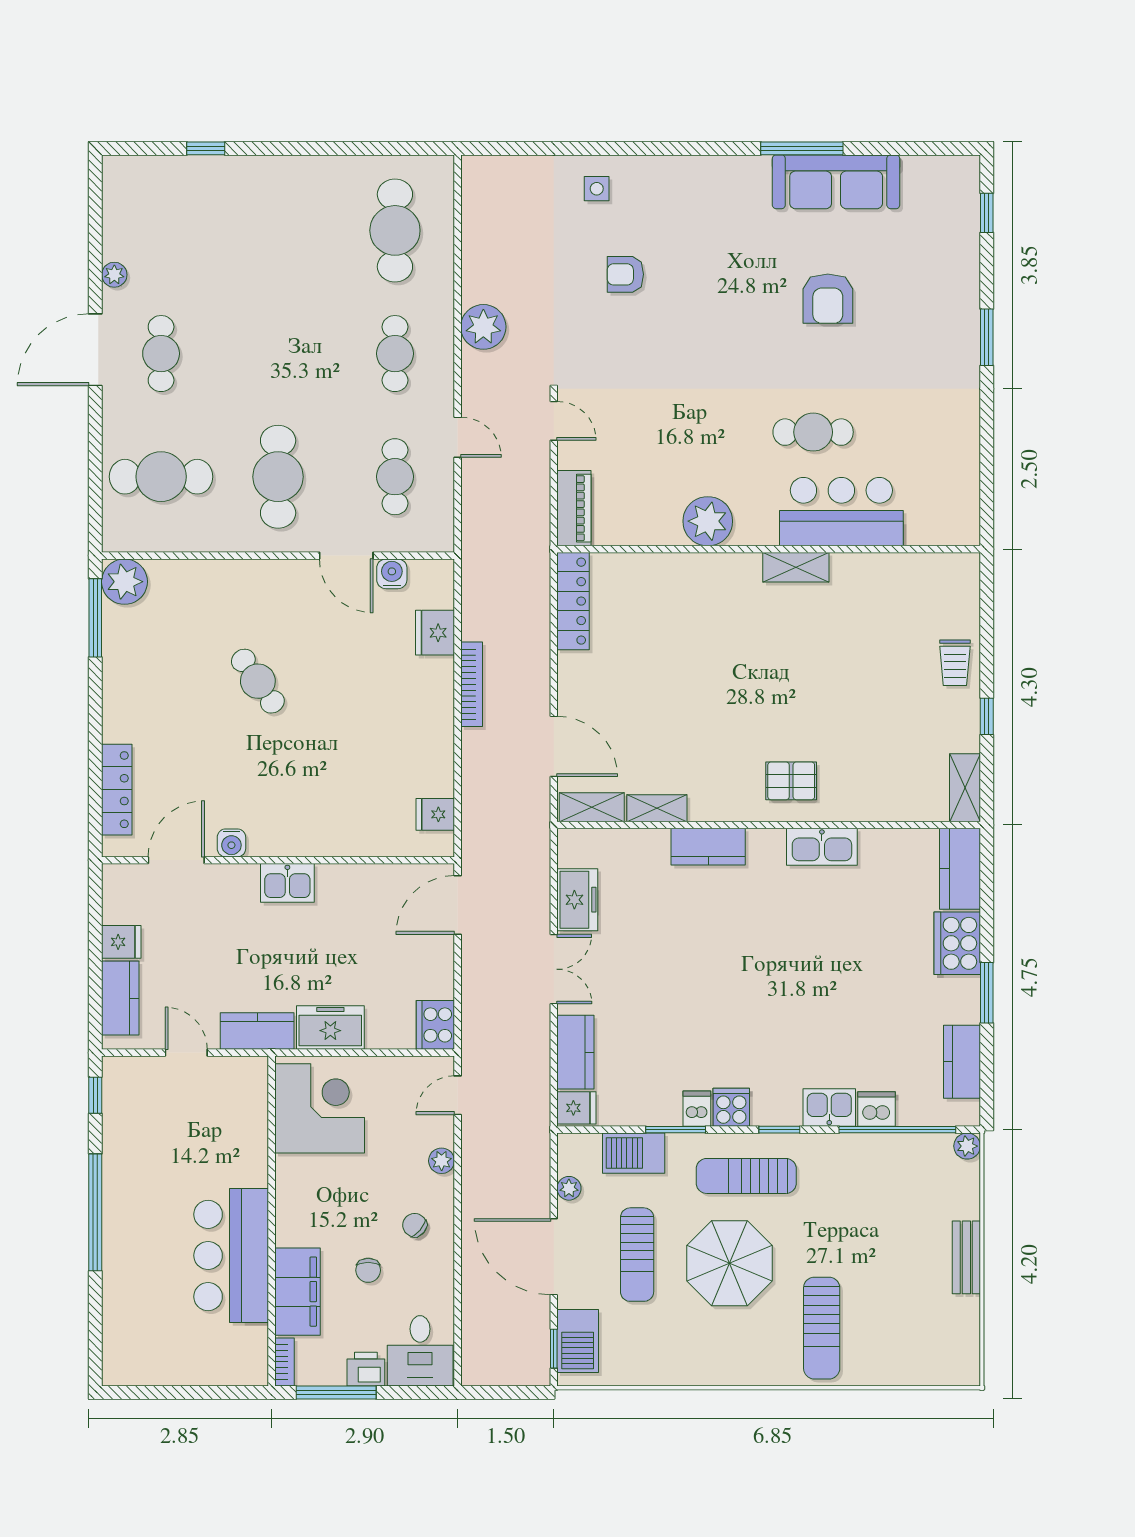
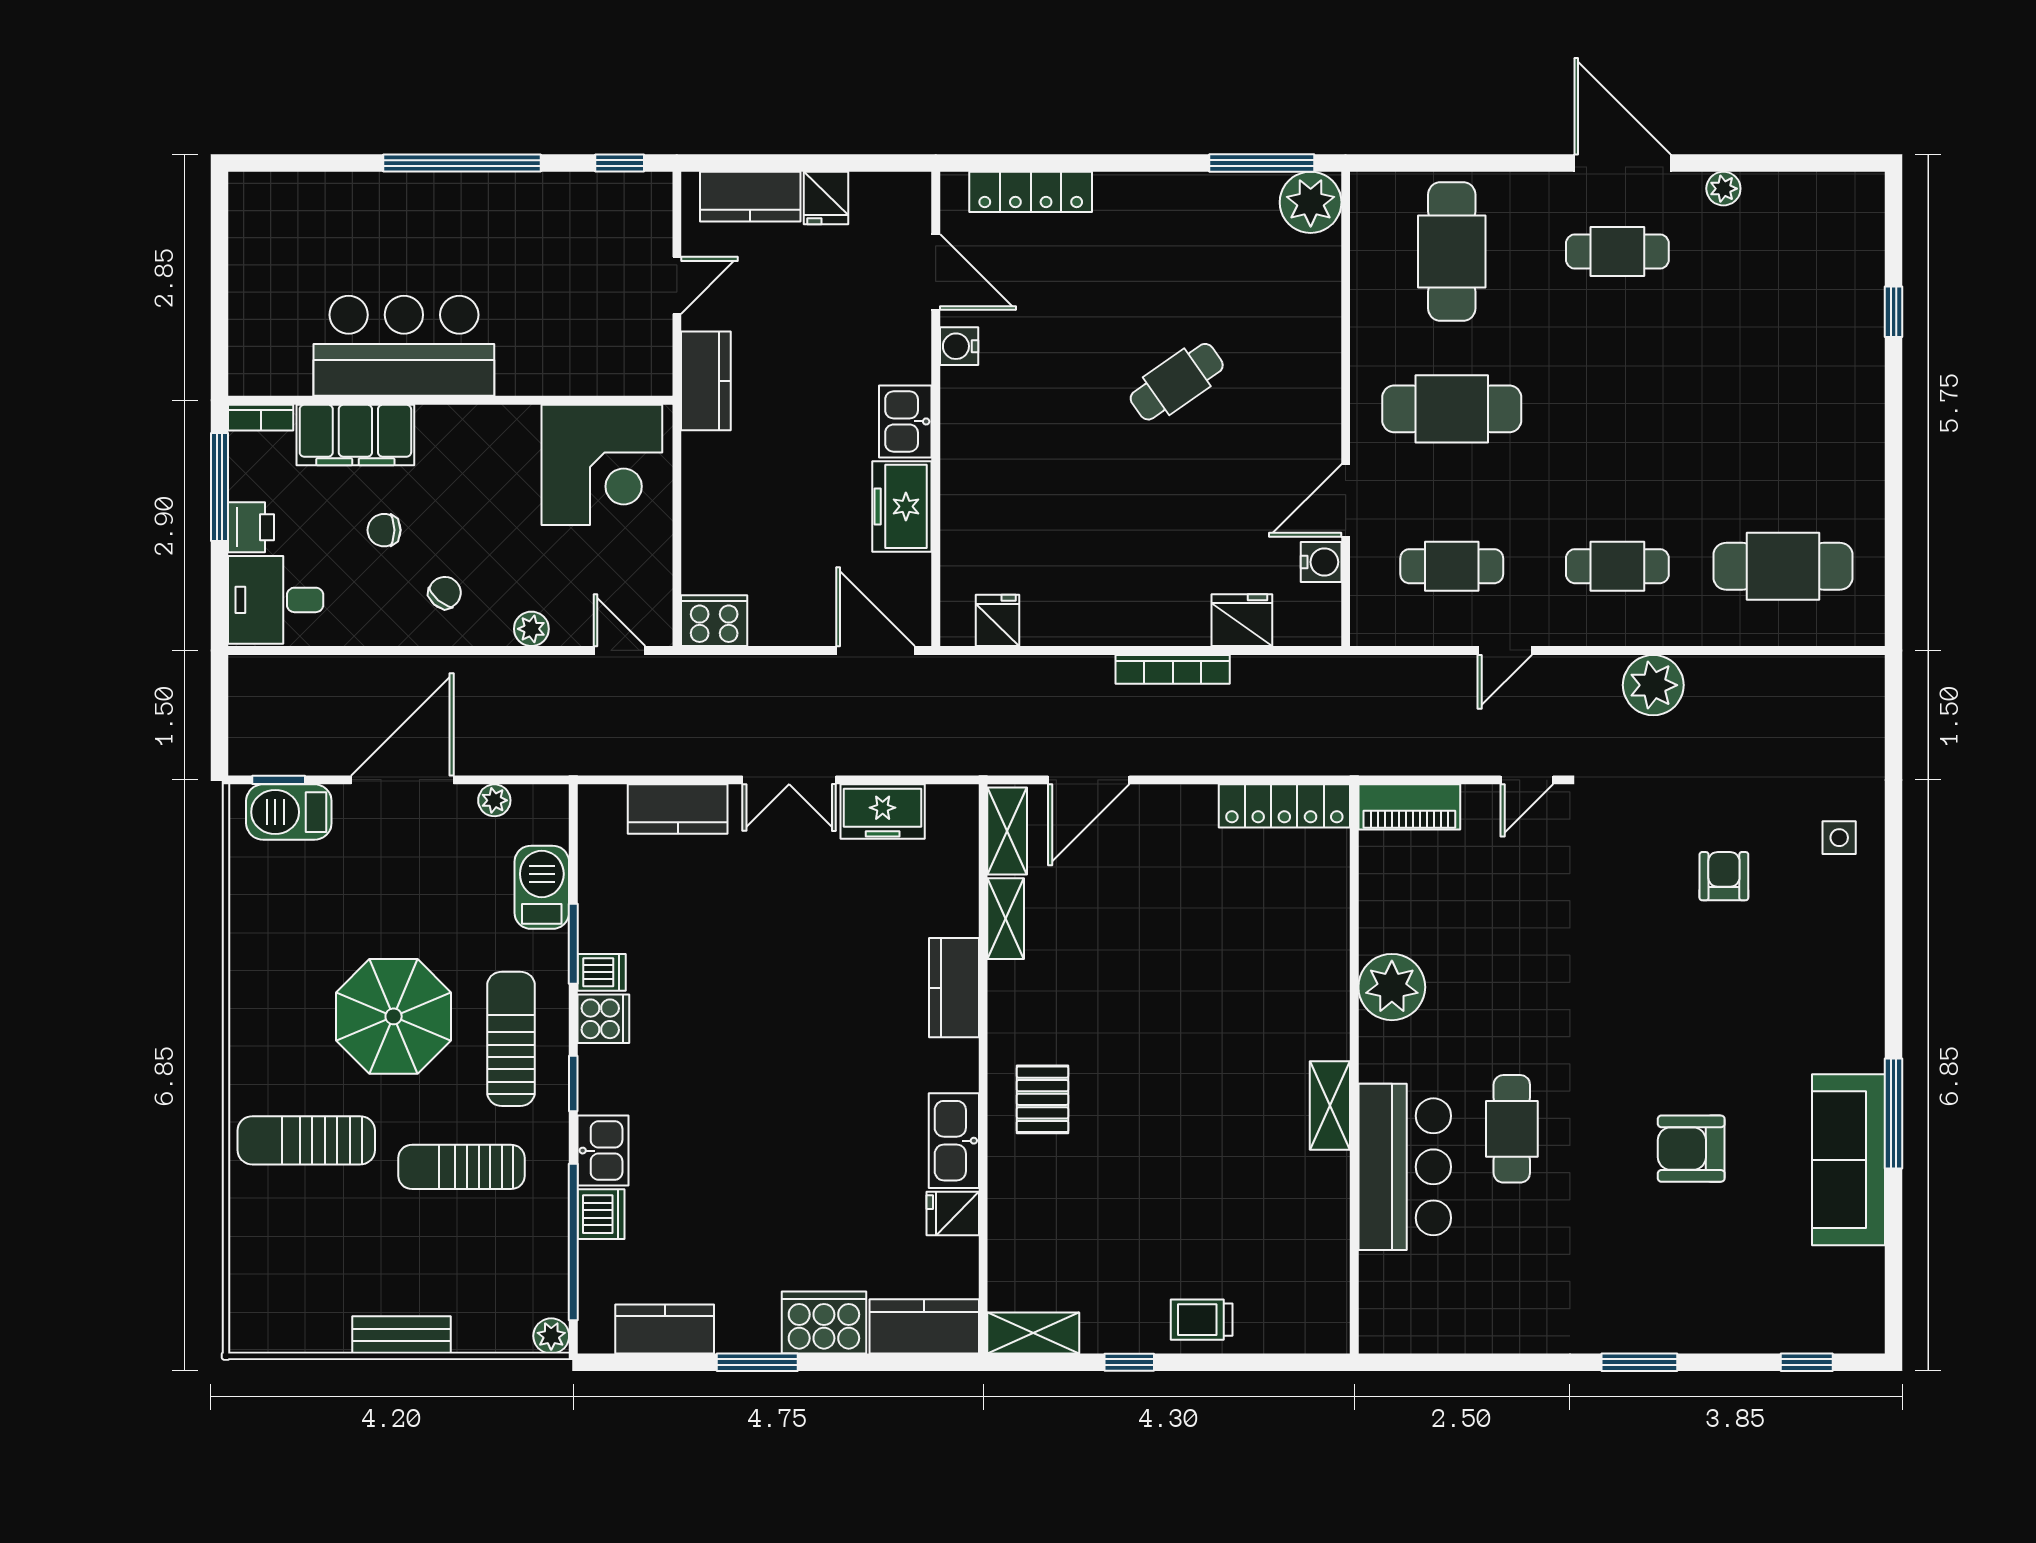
freezer: (330, 1028) -> (902, 506), moved, turned 180
fridge: (576, 1108) -> (953, 1213), moved, turned 90
sun lounger: (637, 1255) -> (462, 1167), moved

